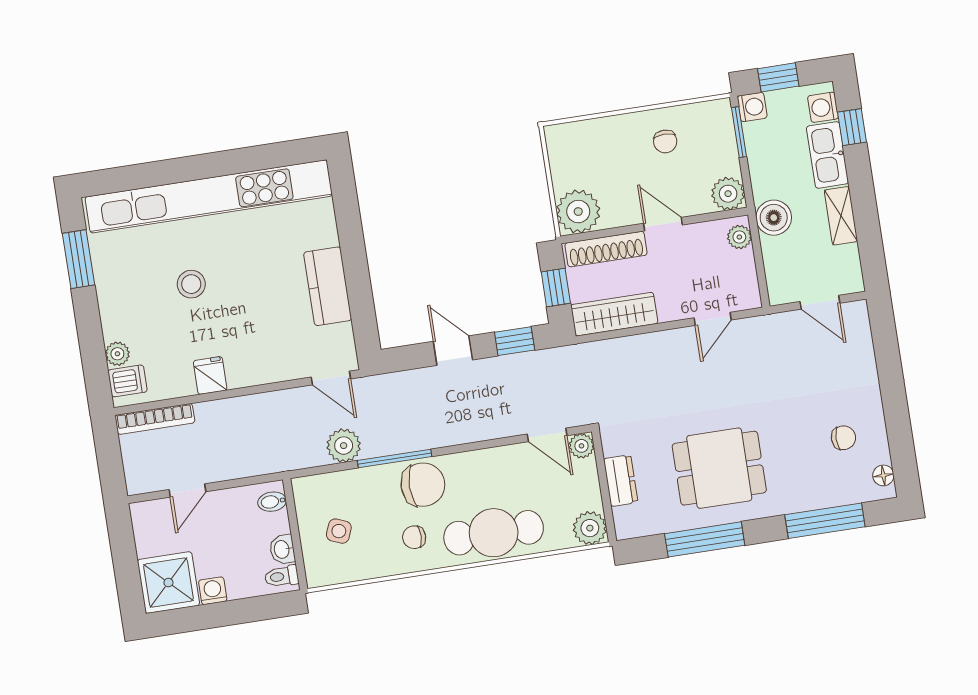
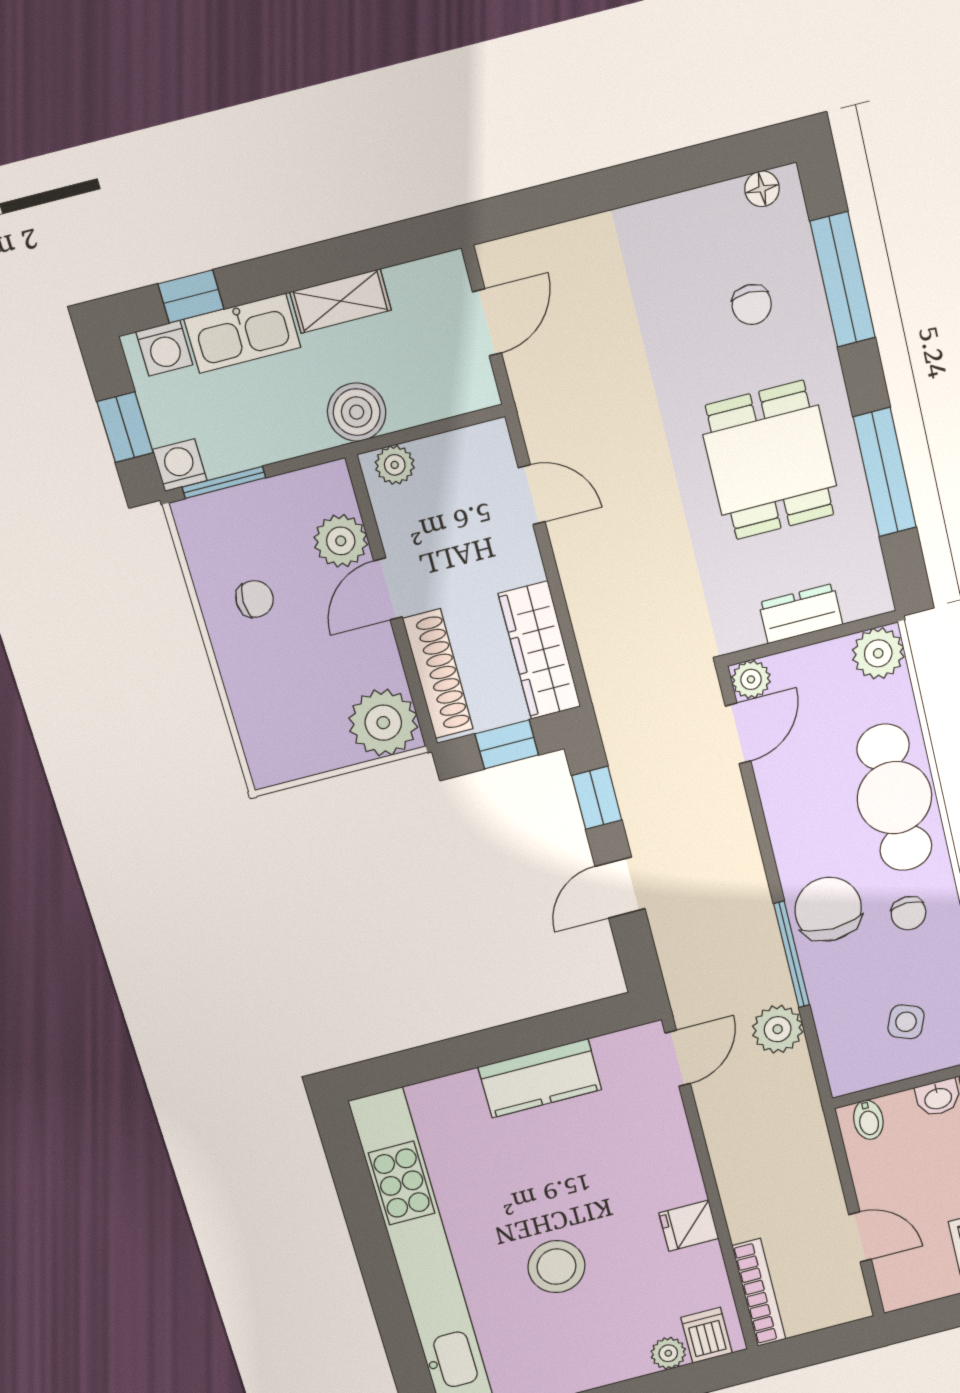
plant: (728, 194) -> (341, 541), moved
stool: (191, 284) -> (556, 1267), width x1.38, depth x1.38
chair: (843, 438) -> (752, 305), moved, turned 180

